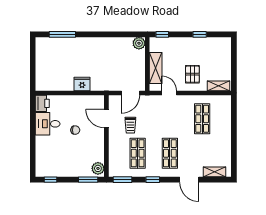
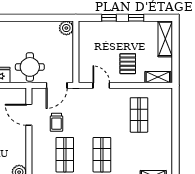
window: (162, 34) -> (109, 18), moved
shelving: (156, 68) -> (165, 39), moved
round table: (107, 77) -> (30, 67), added

